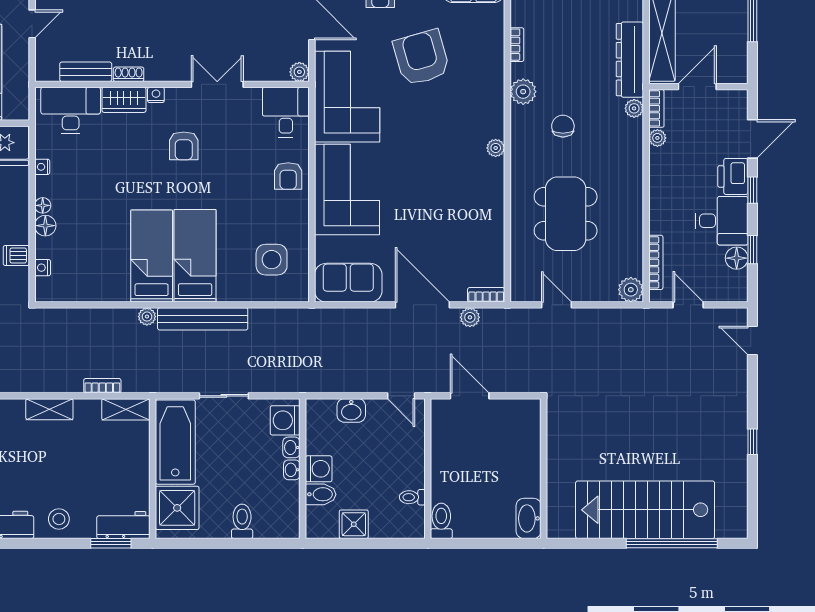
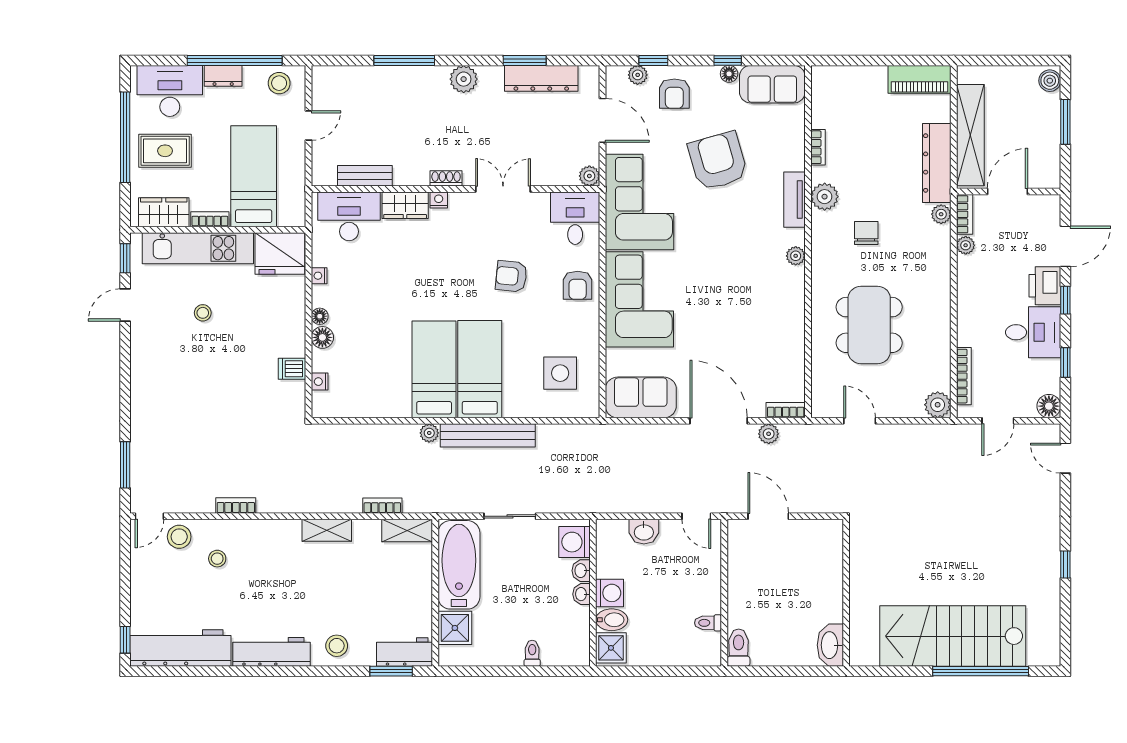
shoe rack: (129, 74) -> (446, 178), moved
tv unit: (495, 94) -> (794, 200), added
armchair: (184, 146) -> (511, 276), moved, turned 96
floor lamp: (737, 258) -> (1049, 406), moved
door: (688, 305) -> (998, 421), swing flipped
shower: (177, 508) -> (455, 628), width x0.73, depth x0.73
toilet: (242, 521) -> (532, 653), width x0.73, depth x0.72
shower: (354, 524) -> (611, 648), moved

